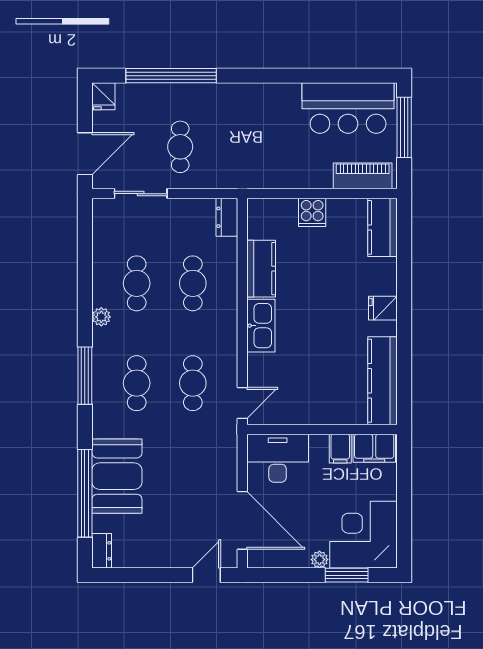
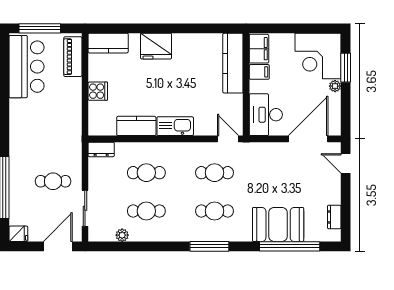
door: (85, 154) -> (58, 246), hinge flipped
fridge: (383, 308) -> (156, 46), width x1.88, depth x1.34
plant: (101, 317) -> (122, 235), moved
kitchen counter: (382, 381) -> (233, 63), moved, turned 90
dresser: (102, 551) -> (334, 217), moved, turned -90

